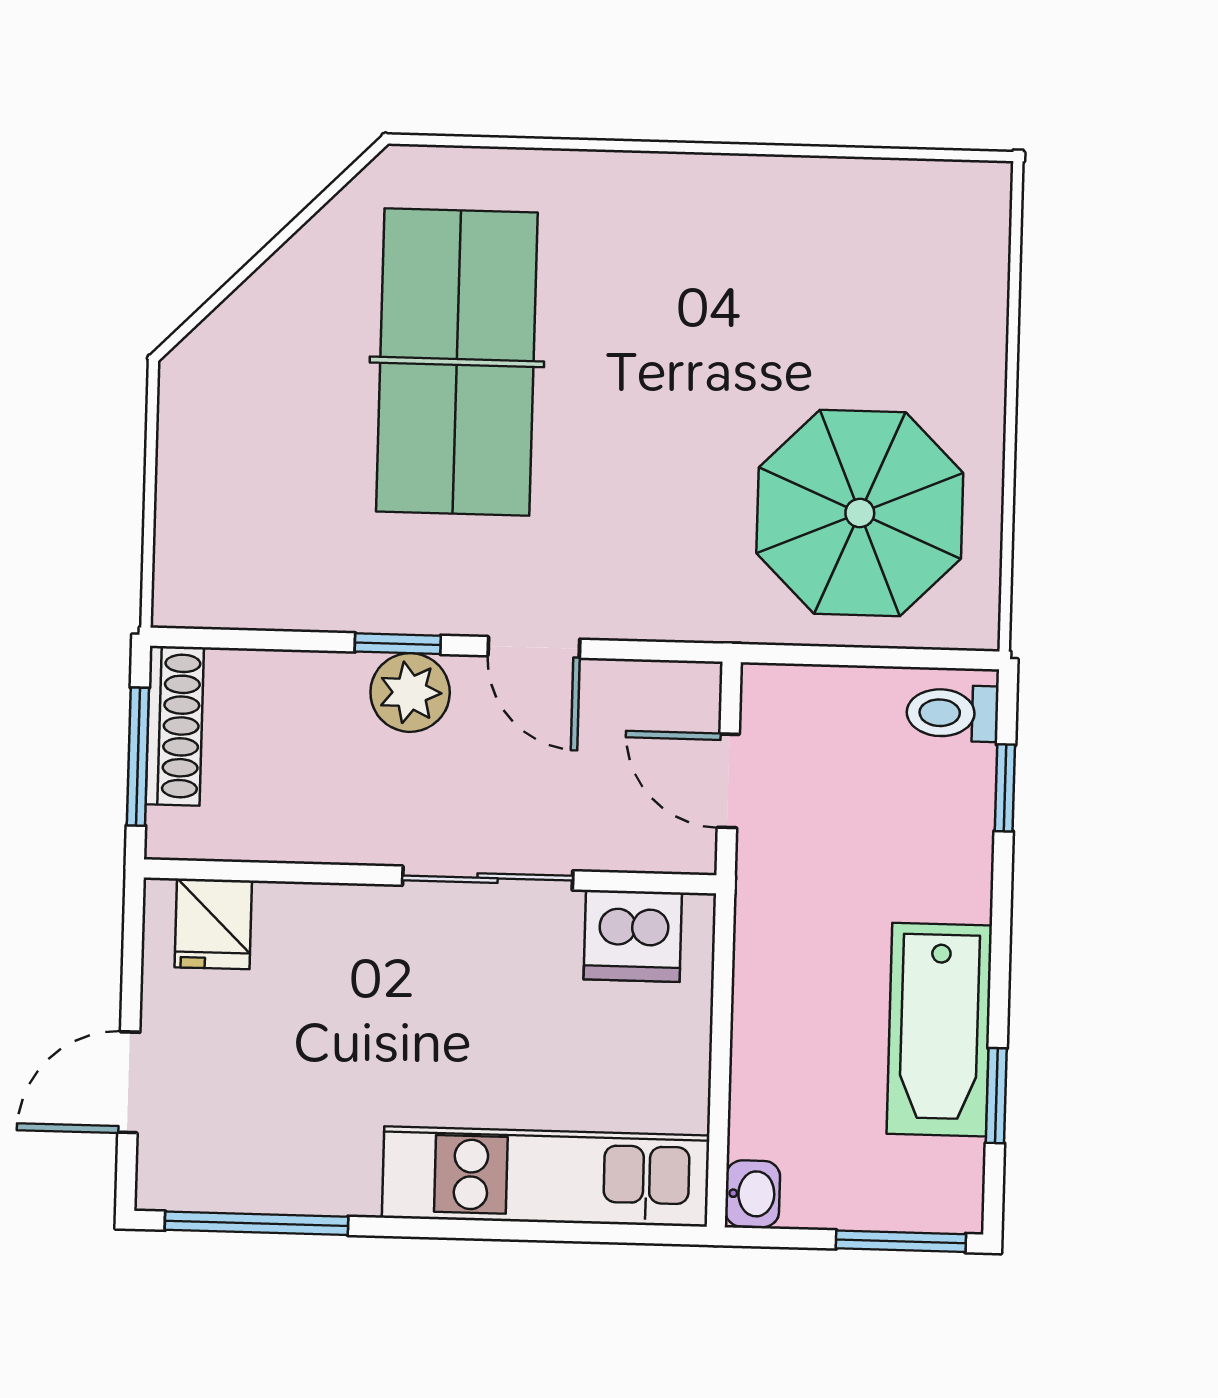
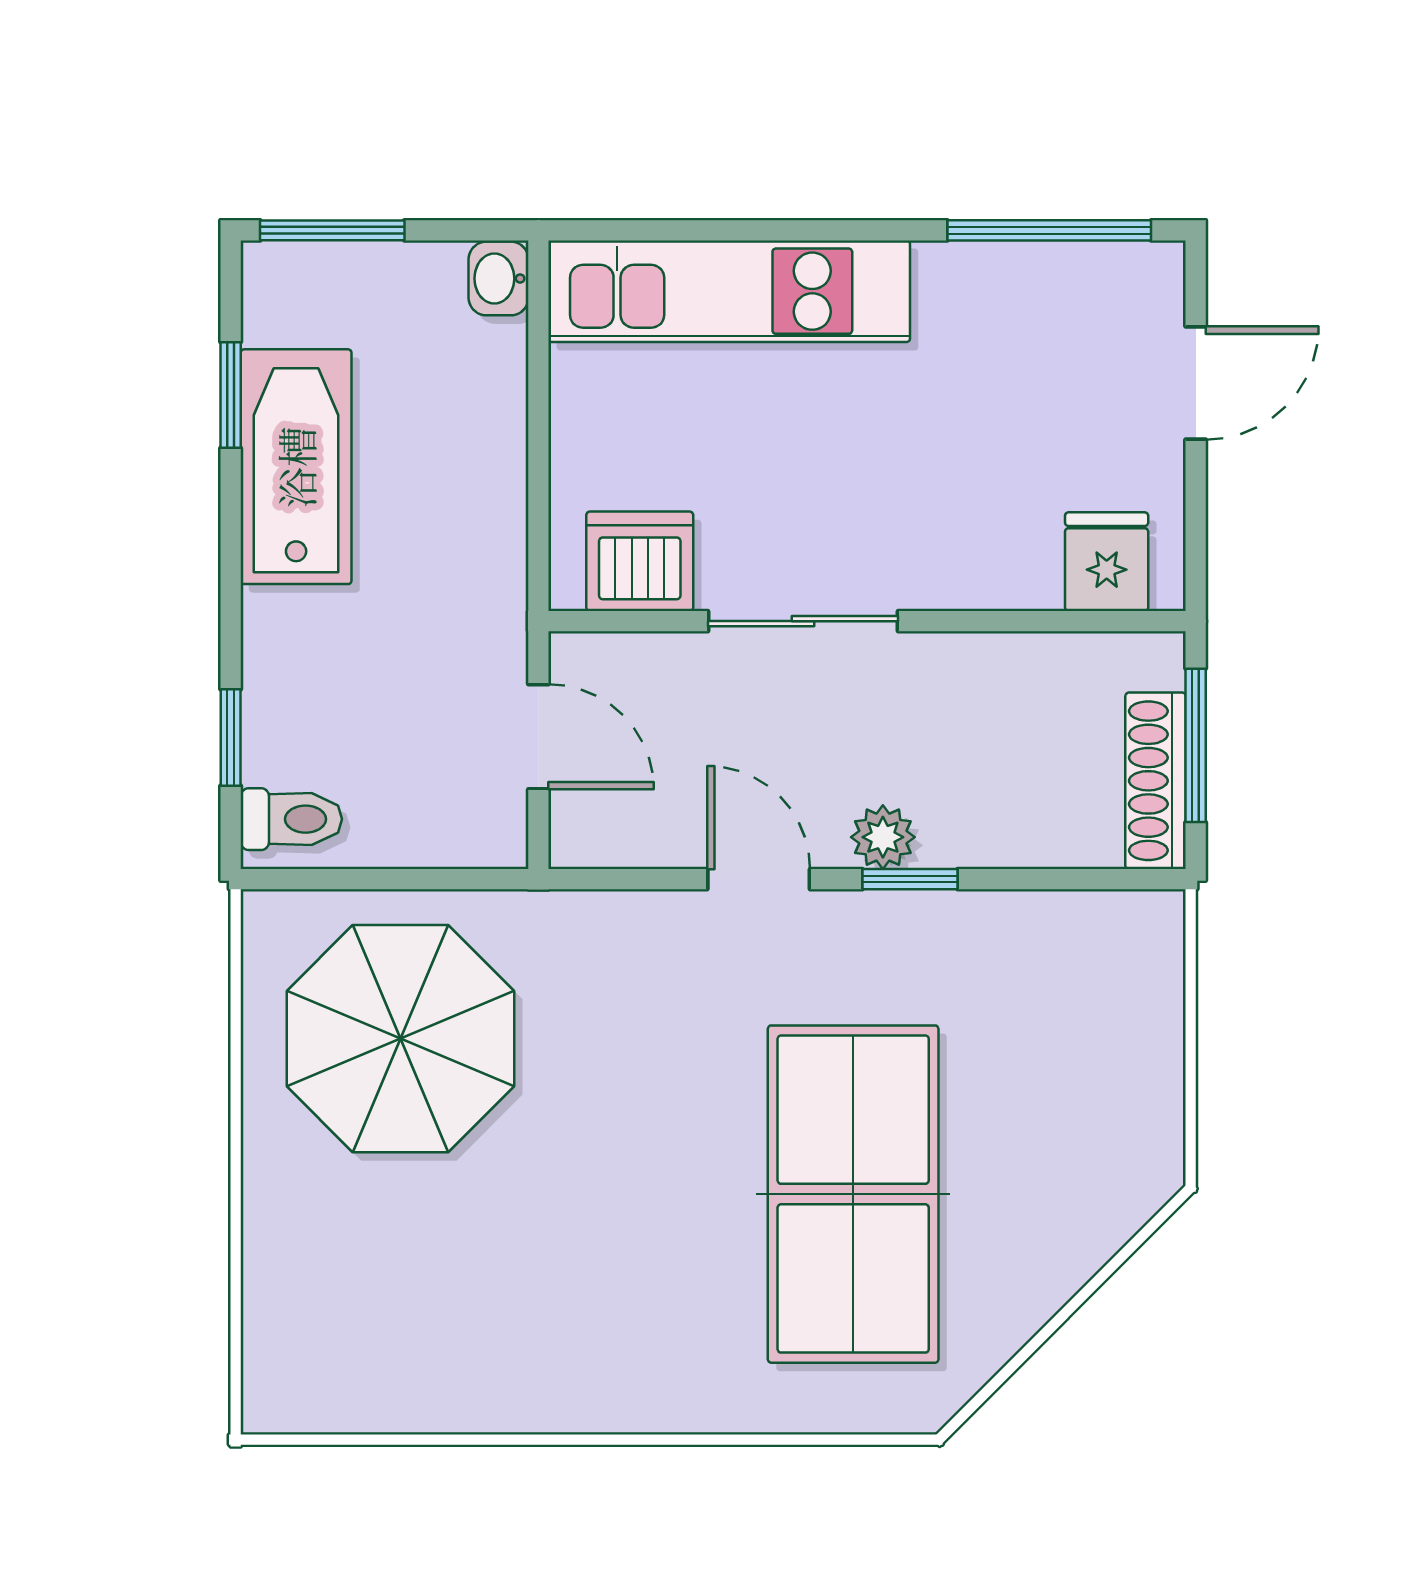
plant: (410, 692) -> (883, 837), width x0.73, depth x0.73

